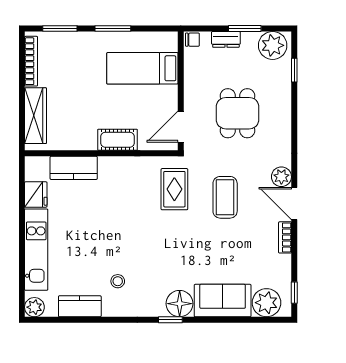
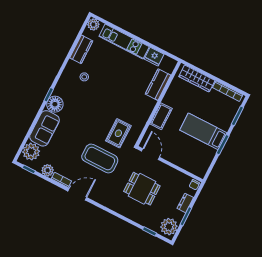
bed: (142, 68) -> (203, 131), moved, turned -90
plant: (281, 177) -> (48, 170), moved
rug: (174, 189) -> (118, 133), turned 90
coffee table: (225, 197) -> (100, 158), width x1.36, depth x1.32

